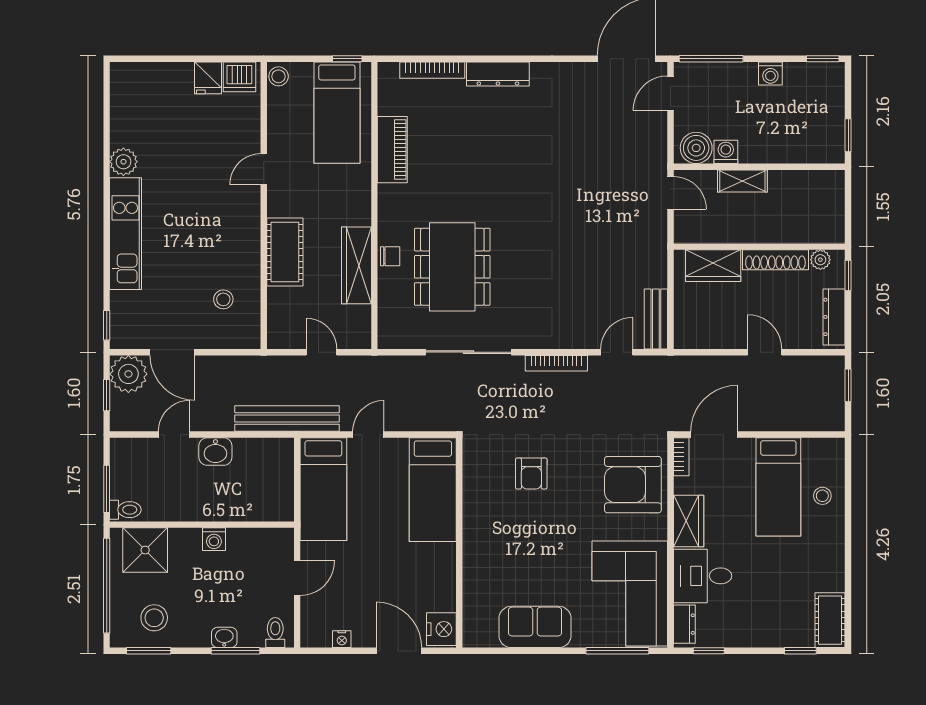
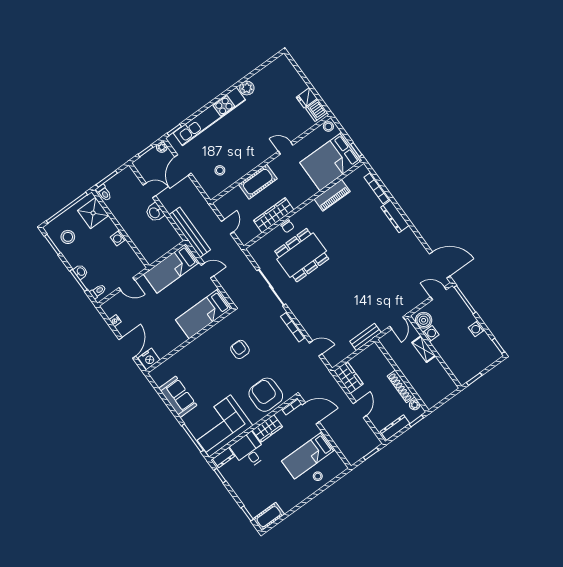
bed: (337, 113) -> (331, 161), width x1.50
kitchen unit: (126, 234) -> (209, 116), width x1.36
wardrobe: (713, 266) -> (349, 378), moved, turned 180
bench: (656, 319) -> (365, 337), moved
plant: (128, 374) -> (162, 147), width x0.53, depth x0.53
armchair: (531, 474) -> (240, 349), turned 90

